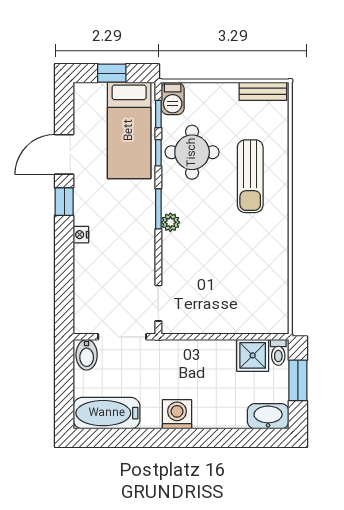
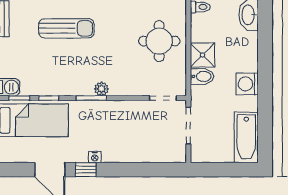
round table: (192, 152) -> (159, 41), moved
nightstand: (81, 235) -> (95, 157), moved
bidet: (87, 355) -> (202, 76), moved
shower: (253, 355) -> (202, 55), moved

